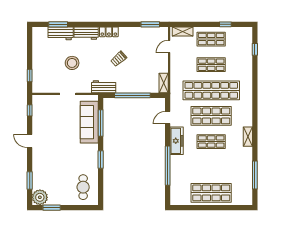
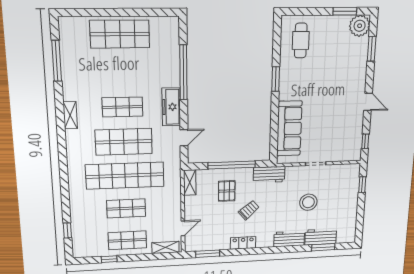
locker: (109, 32) -> (243, 243), moved
pallet: (136, 75) -> (227, 191), added
window: (101, 123) -> (274, 128), removed

